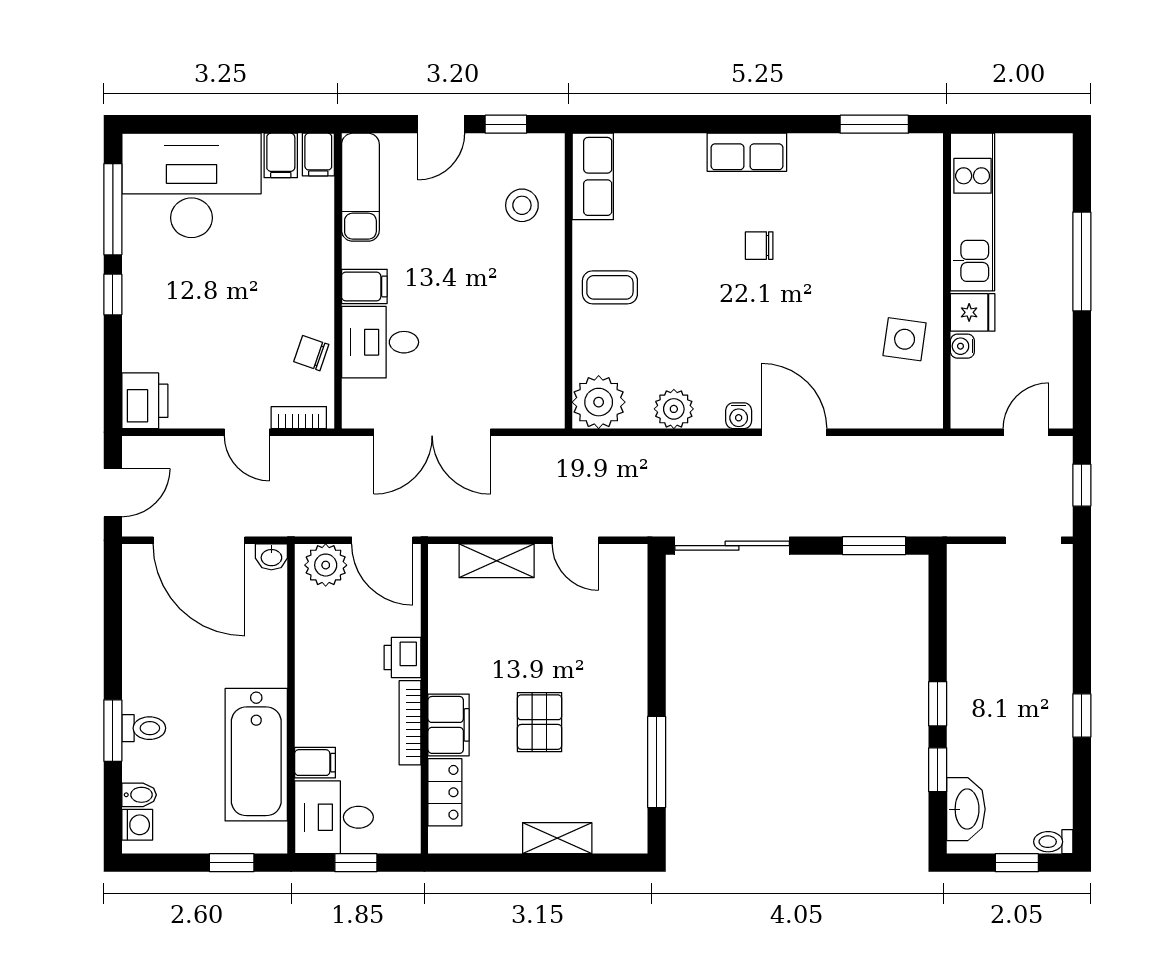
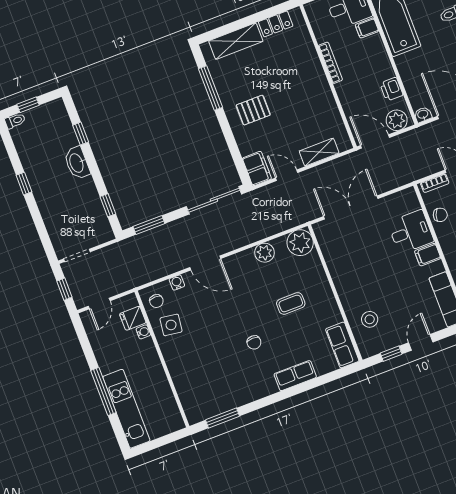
row of seats: (747, 152) -> (295, 376), moved
kitchen unit: (973, 212) -> (126, 409), moved, turned 180
chair: (759, 246) -> (254, 342), turned 90
coffee table: (610, 287) -> (291, 303), moved
fridge: (973, 312) -> (133, 318), moved
chair: (915, 395) -> (156, 301), added
water cooler: (739, 416) -> (177, 283), moved
double door: (432, 432) -> (351, 207), moved
printer: (402, 658) -> (391, 89), moved, turned 180
window: (938, 704) -> (108, 205), moved
pallet: (540, 722) -> (253, 110), moved, turned 90
filing cabinet: (449, 725) -> (257, 169), moved, turned 180
locker: (445, 792) -> (276, 24), moved, turned -90
washbasin: (966, 809) -> (77, 163), moved
shelving: (557, 838) -> (236, 41), width x1.50, depth x1.33

